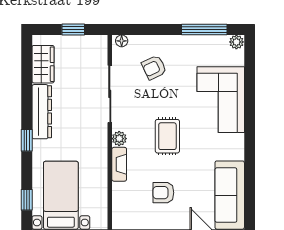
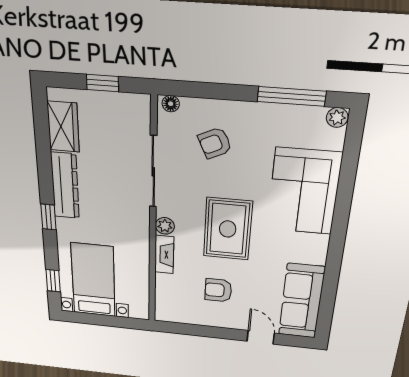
rug: (167, 136) -> (228, 229), width x1.36, depth x1.43

